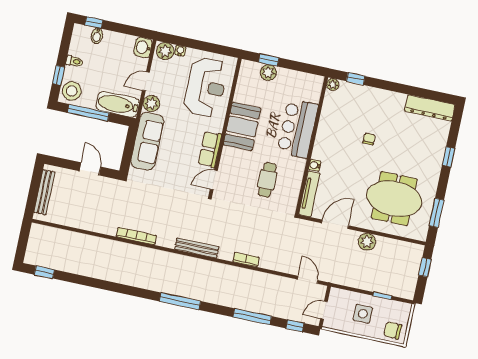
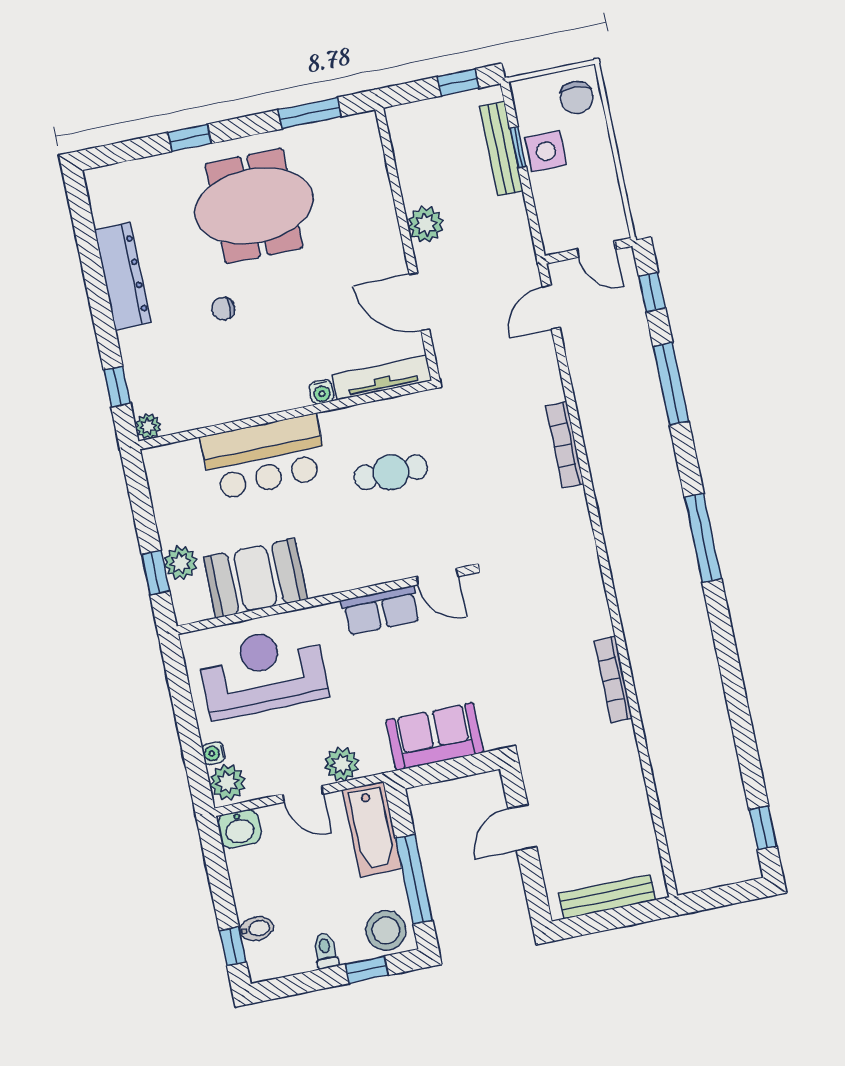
dresser: (430, 108) -> (123, 276), moved
booth: (242, 126) -> (255, 578), moved
sofa: (147, 141) -> (435, 736), width x0.73
meeting table: (394, 199) -> (254, 206), moved, turned 90
bench: (197, 248) -> (501, 149), moved
bookcase: (246, 260) -> (565, 445), width x1.56
window: (425, 267) -> (458, 82), moved
side table: (363, 314) -> (546, 151), moved

